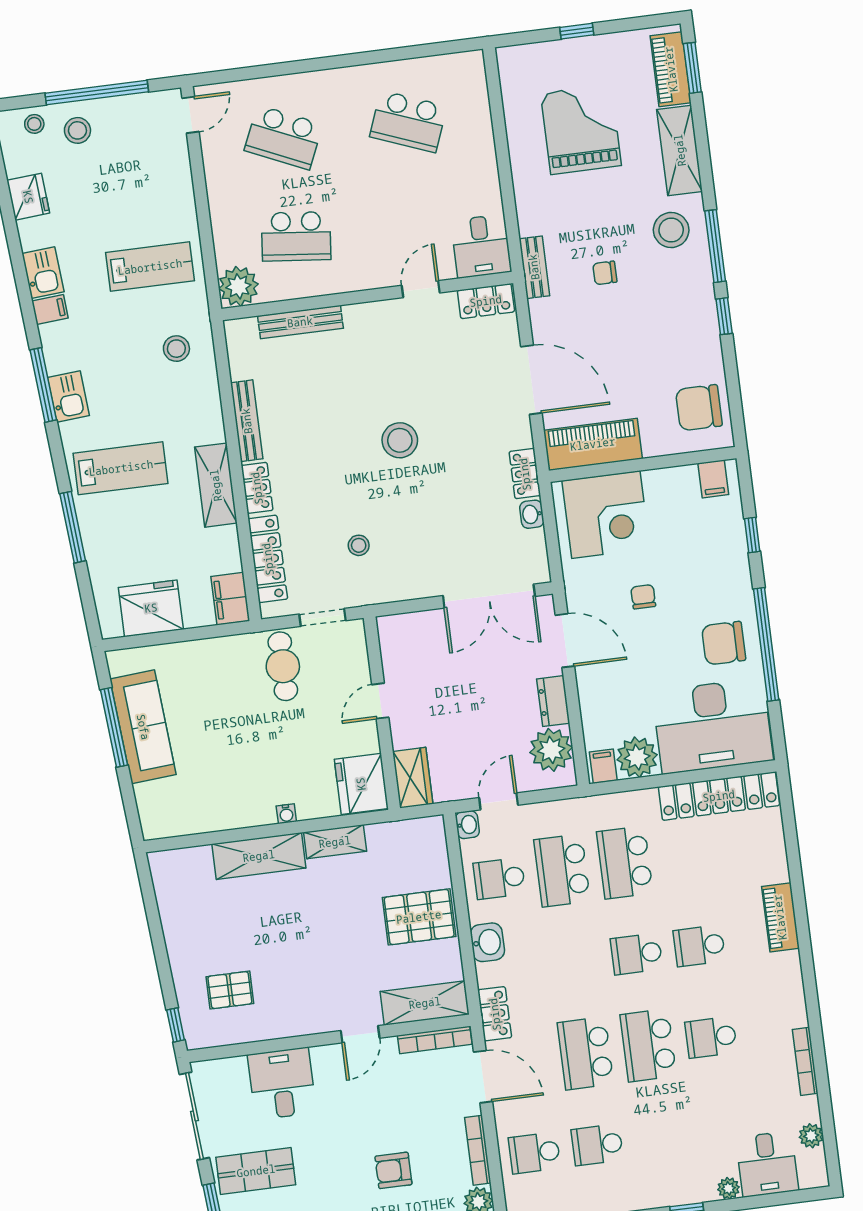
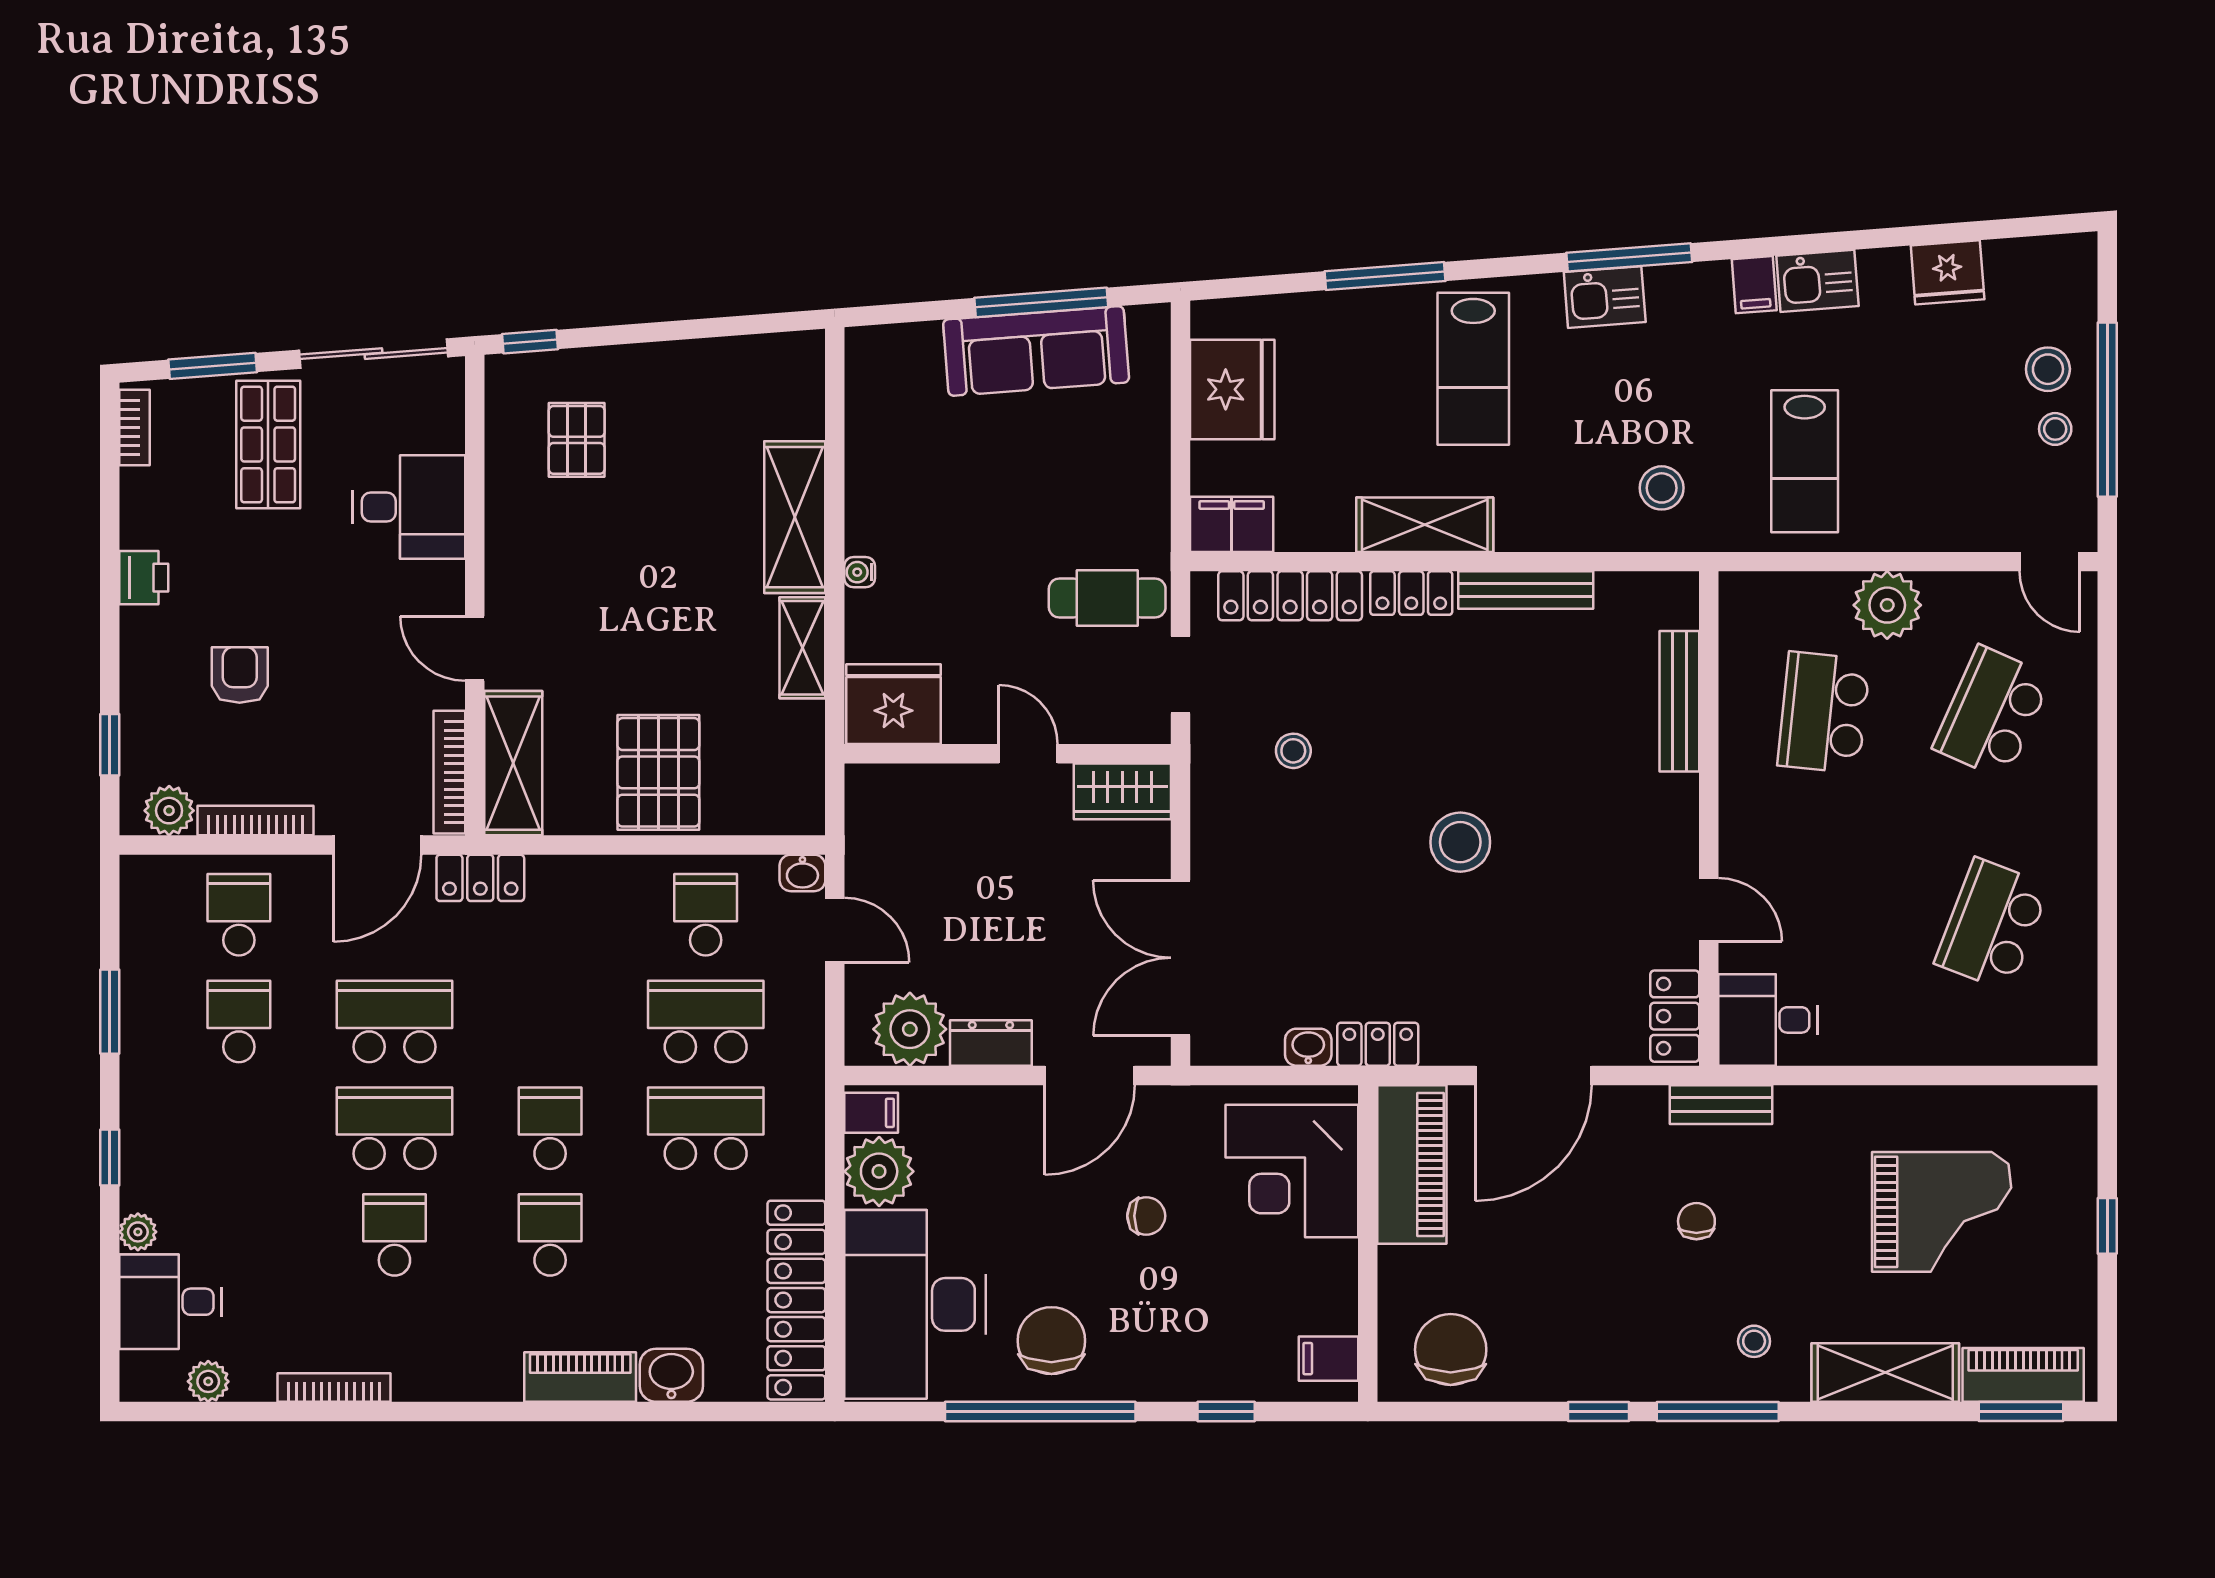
stool: (34, 124) -> (2055, 429), moved
stool: (671, 230) -> (1754, 1341), width x0.53, depth x0.53
plant: (238, 286) -> (1887, 605), moved
wardrobe: (413, 778) -> (1122, 791), moved
washbasin: (487, 942) -> (671, 1375), moved, turned 180

